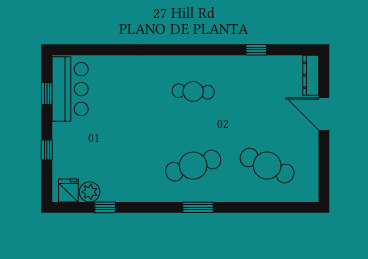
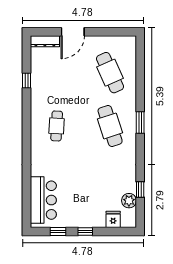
bar counter: (70, 89) -> (43, 200), moved, turned 90
window: (47, 150) -> (85, 232), moved
cafe table: (267, 166) -> (110, 73), turned -48
fridge: (68, 191) -> (113, 219), moved, turned 90

